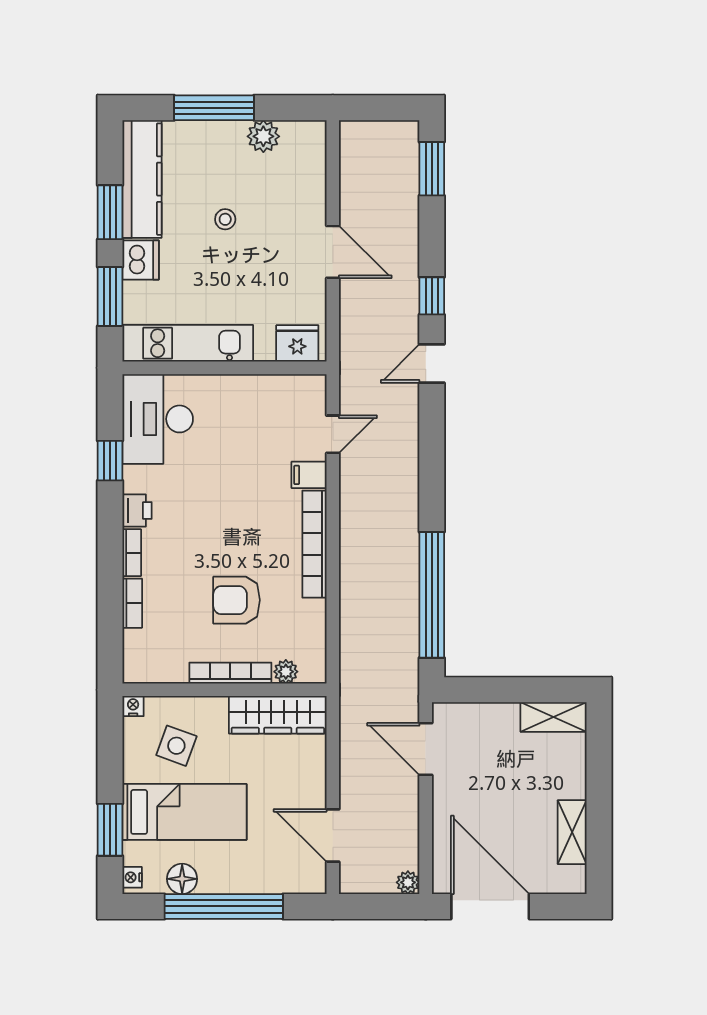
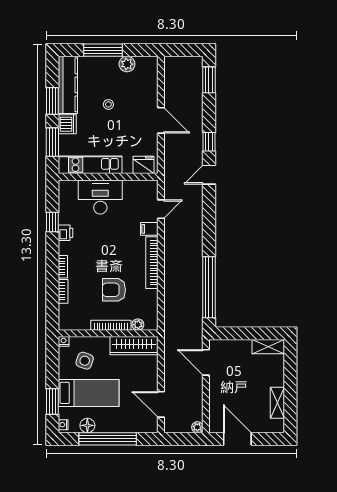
desk: (158, 419) -> (100, 197), moved, turned 90
printer: (137, 511) -> (65, 233), moved
door: (490, 906) -> (237, 439), width x0.73

